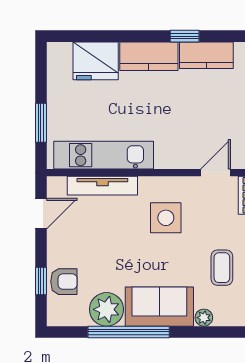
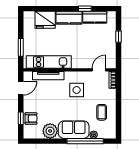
window: (129, 332) -> (85, 141), moved

